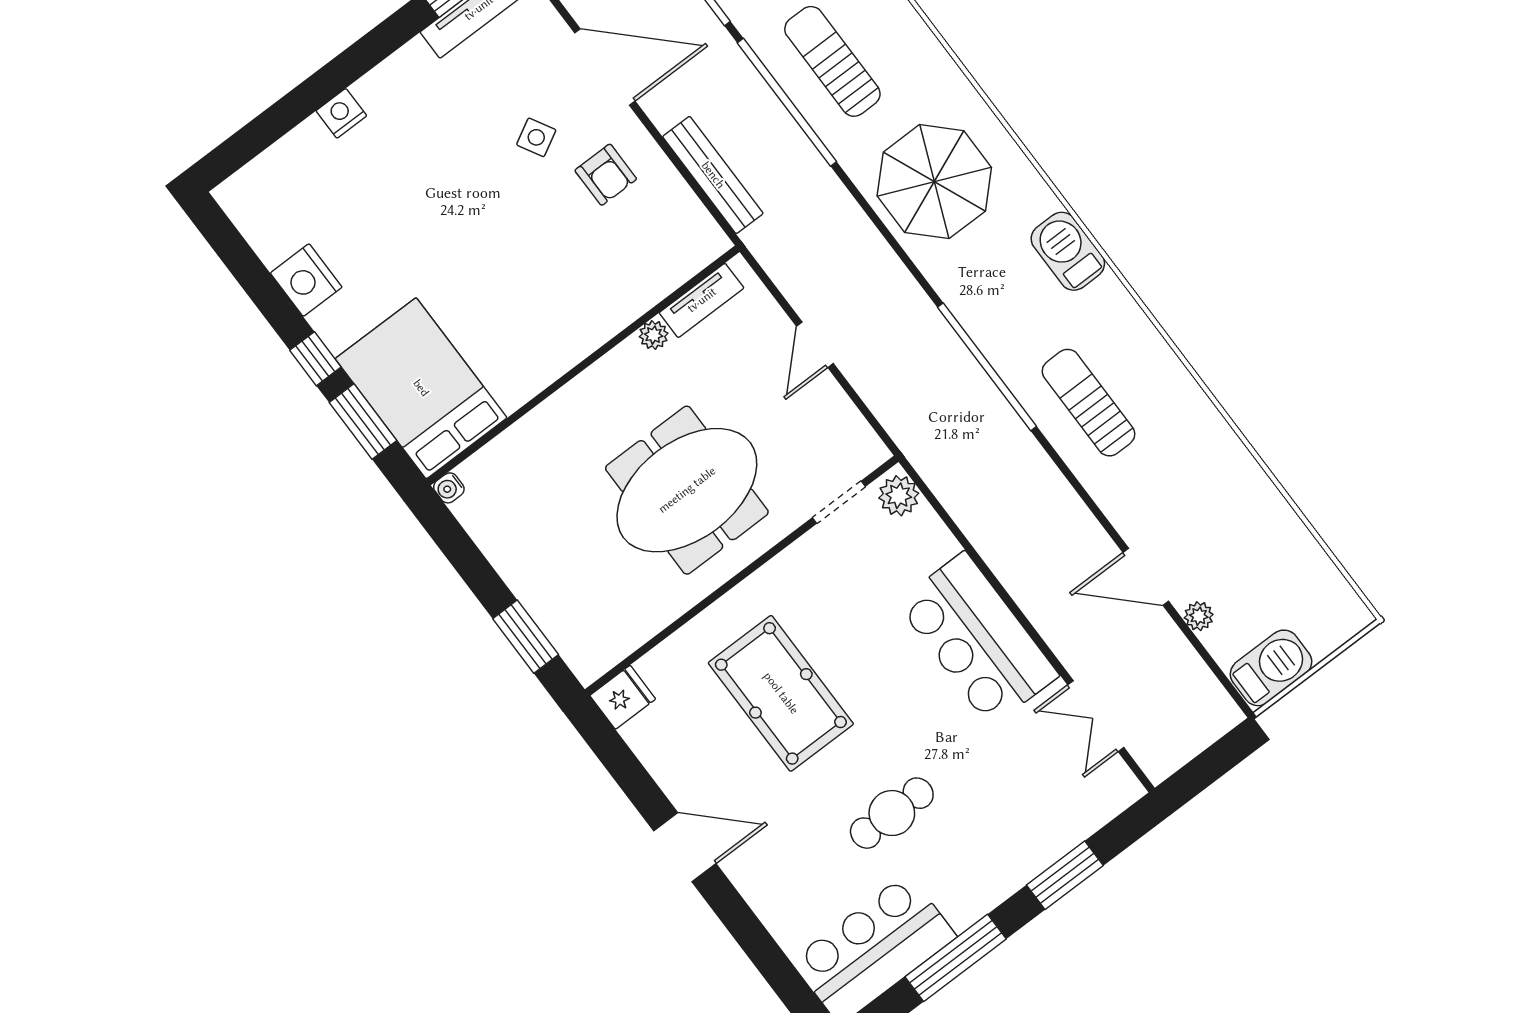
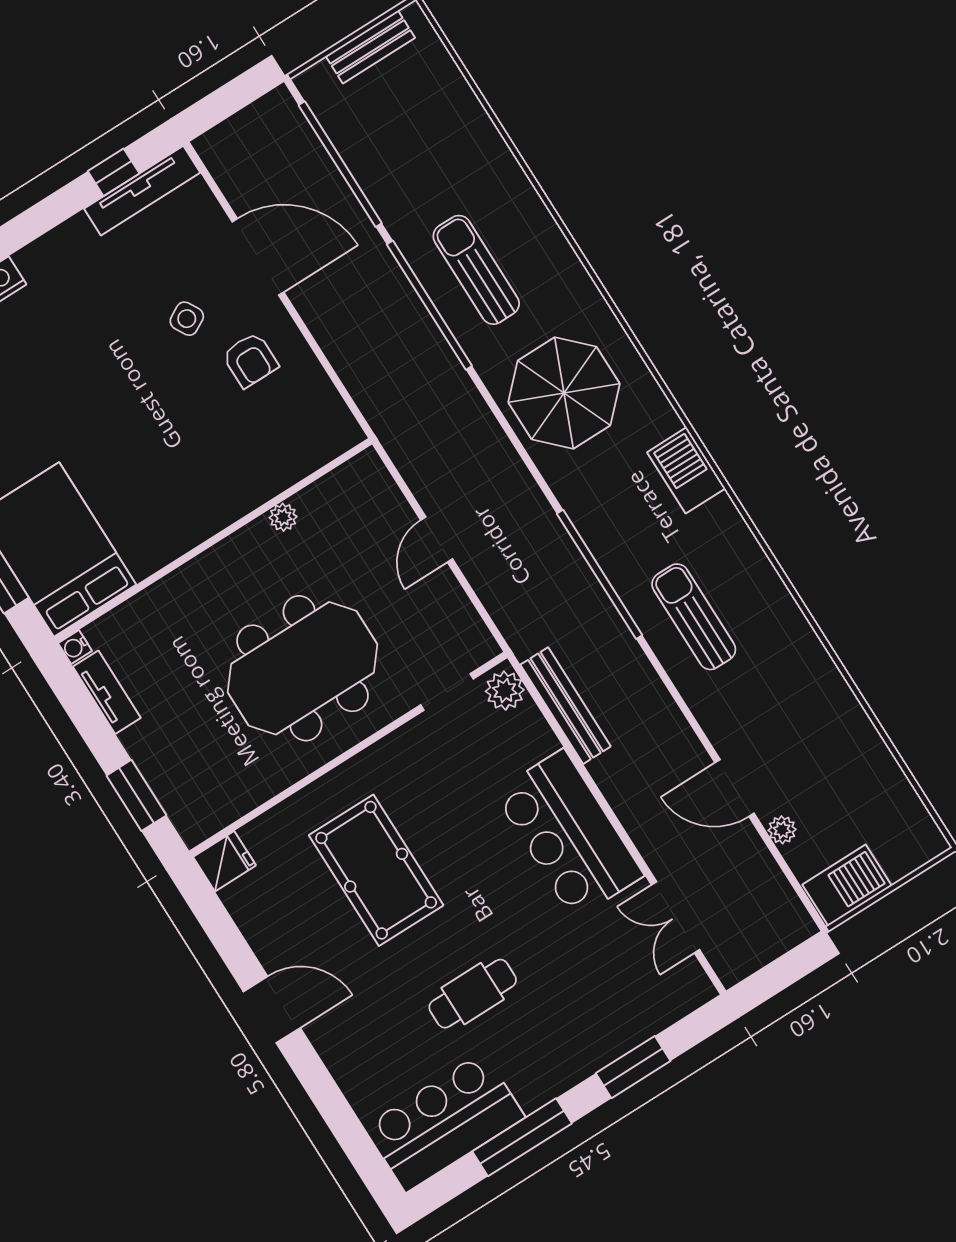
bench: (713, 175) -> (566, 706), moved
tv unit: (702, 300) -> (107, 692), moved, turned -90

